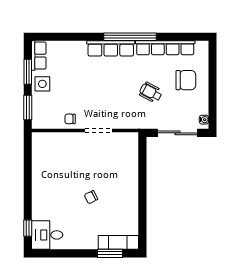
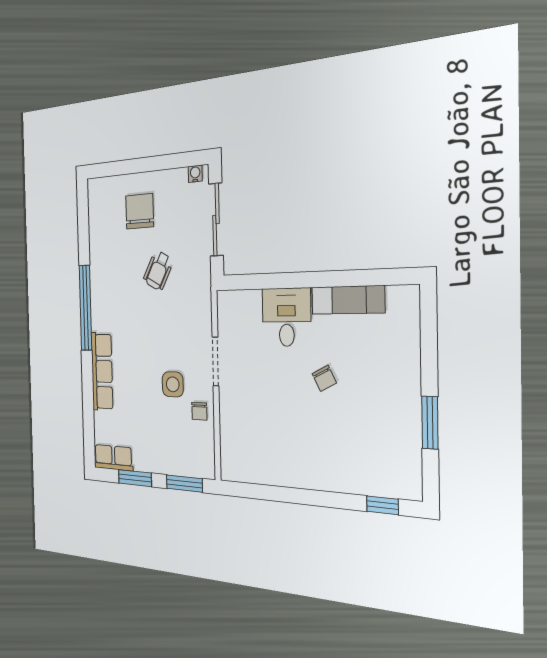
row of seats: (111, 48) -> (102, 371), moved
row of seats: (165, 48) -> (98, 249), removed
side table: (42, 84) -> (173, 384), moved
desk: (47, 235) -> (286, 317), moved, turned 180
exam couch: (118, 242) -> (348, 300), moved, turned -90
window: (110, 253) -> (430, 423), moved

